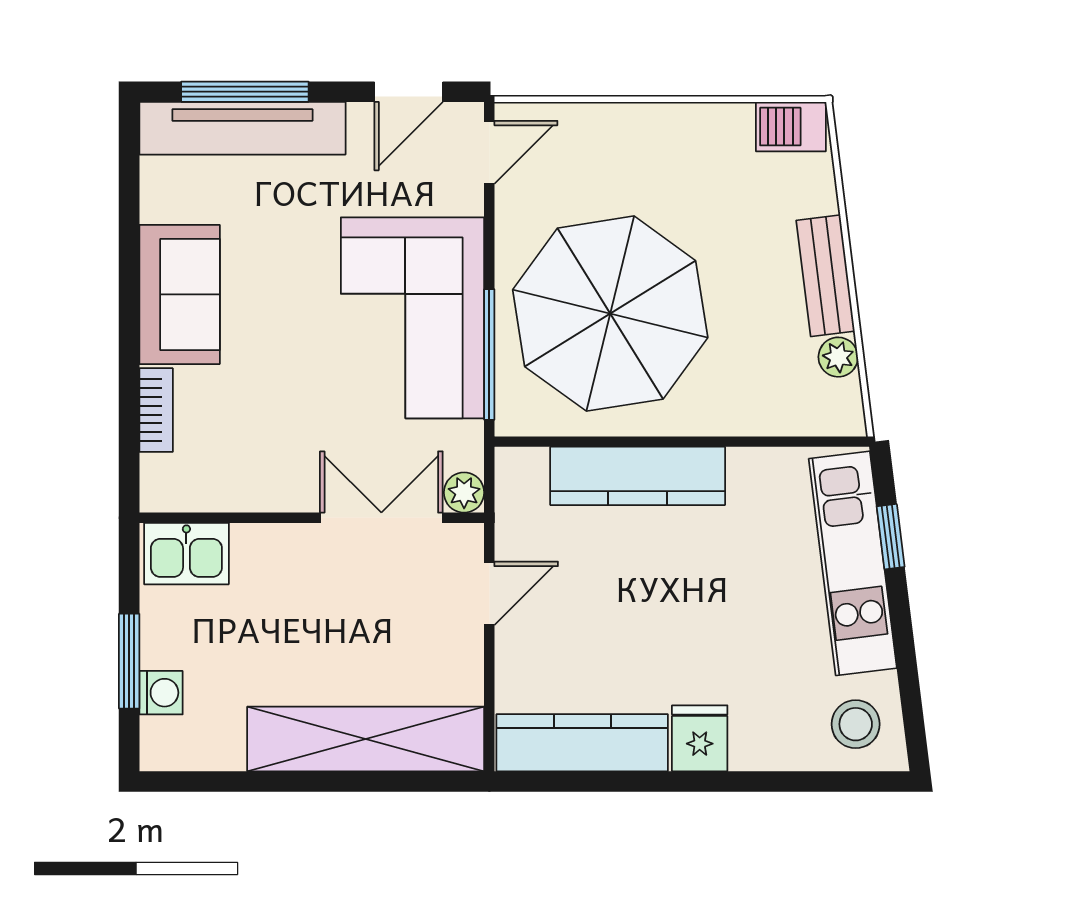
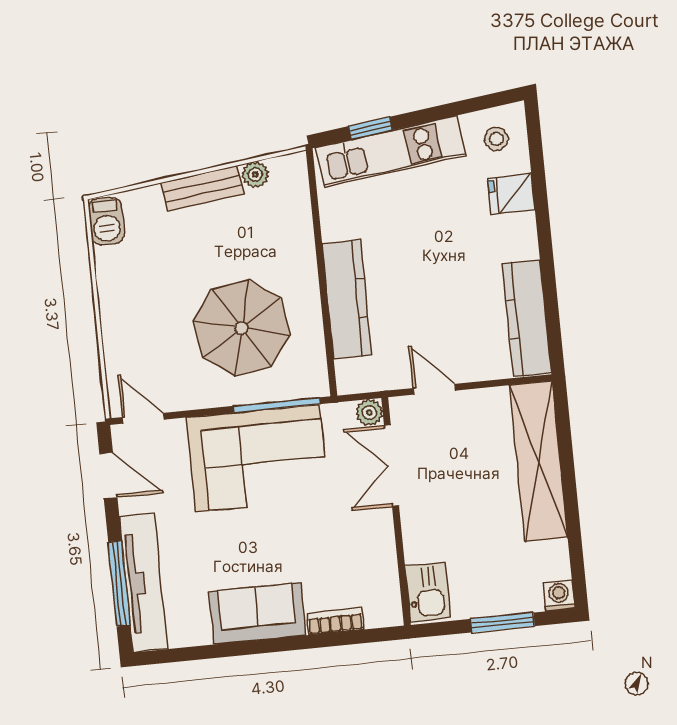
parasol: (610, 314) -> (242, 328), width x0.73, depth x0.73
washing machine: (161, 693) -> (559, 596), moved
stool: (856, 724) -> (496, 139), width x0.73, depth x0.73
fridge: (700, 738) -> (511, 194), moved

